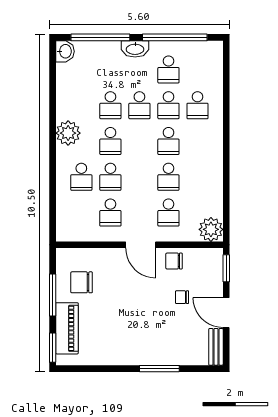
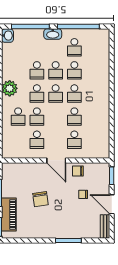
school desk: (197, 105) -> (56, 94), moved
plant: (211, 229) -> (102, 151), removed
chair: (82, 282) -> (40, 199), moved, turned -98

